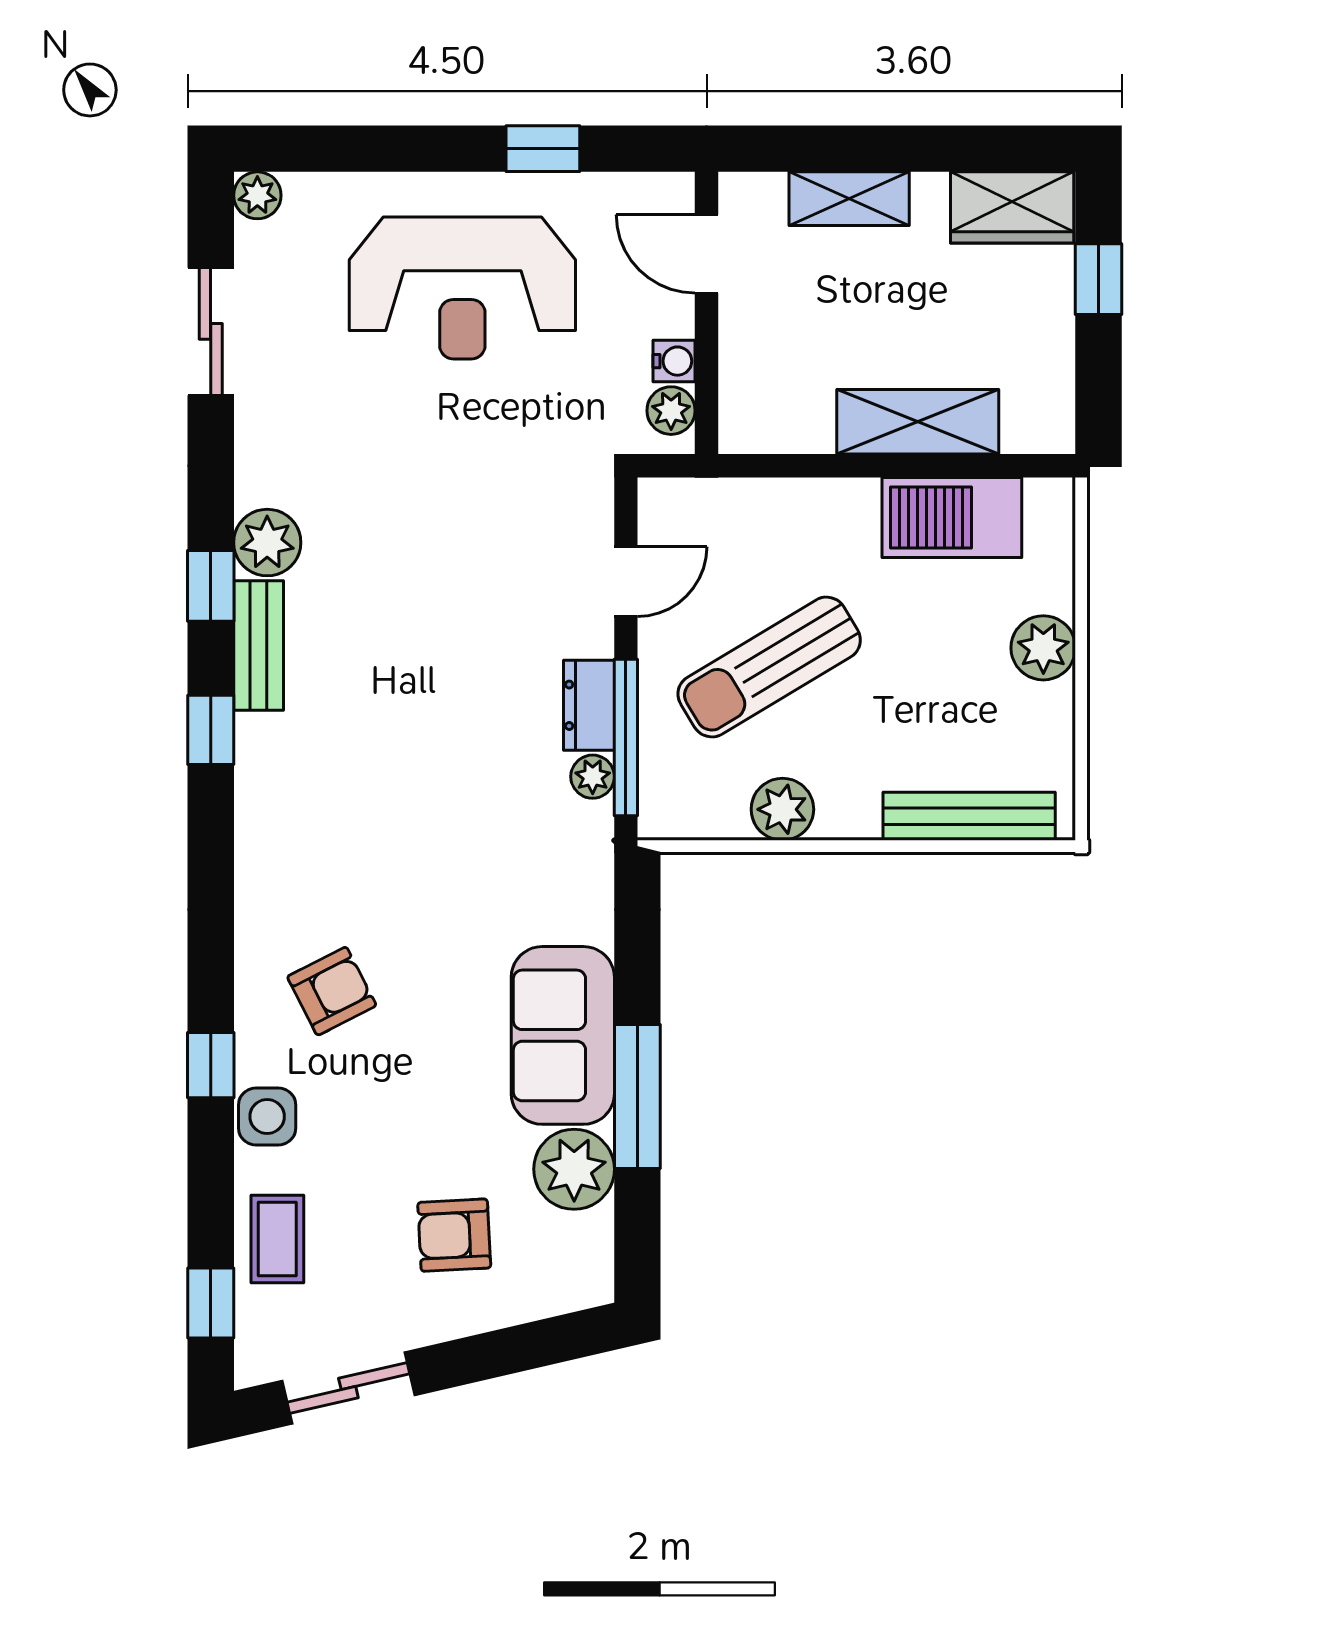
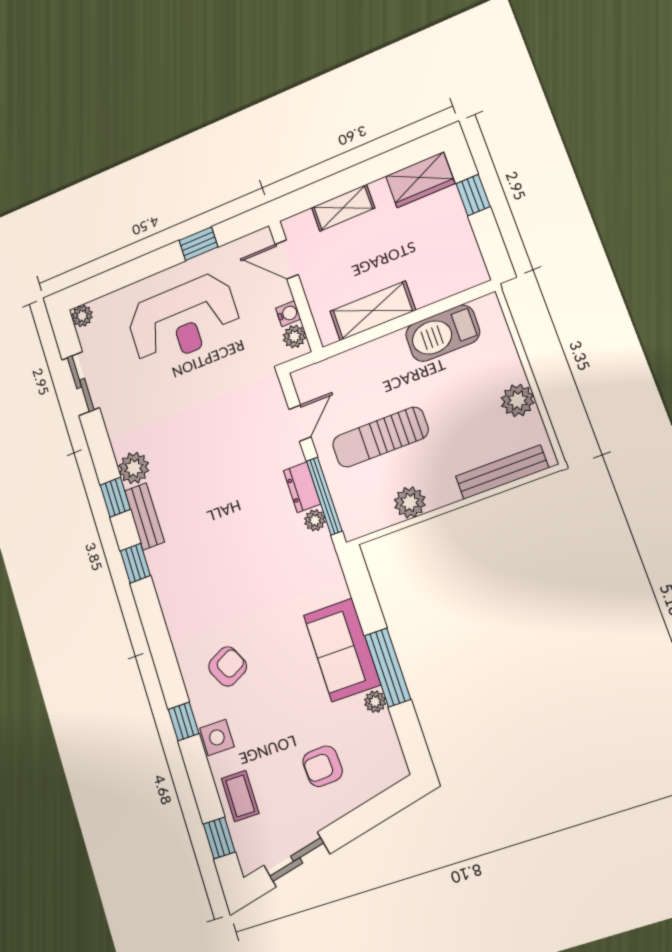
shelving: (918, 422) -> (373, 311), moved
plant: (1043, 648) -> (518, 400), moved
sun lounger: (769, 667) -> (380, 437), turned 31
plant: (574, 1169) -> (375, 702), width x0.53, depth x0.53

